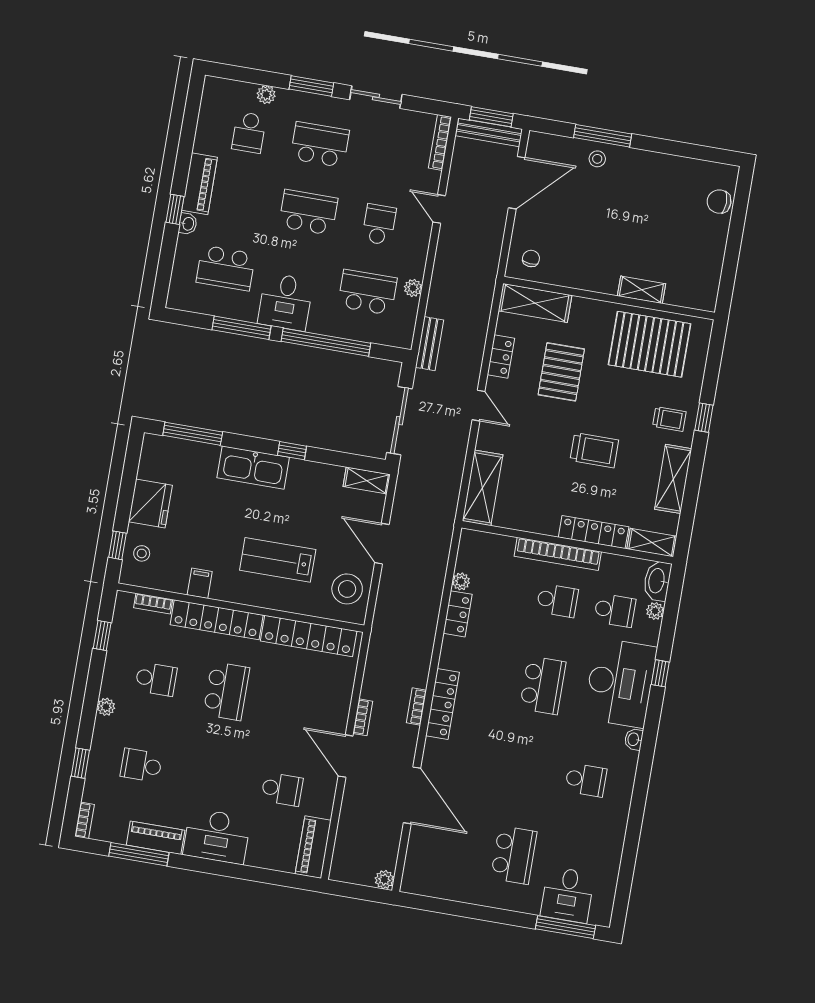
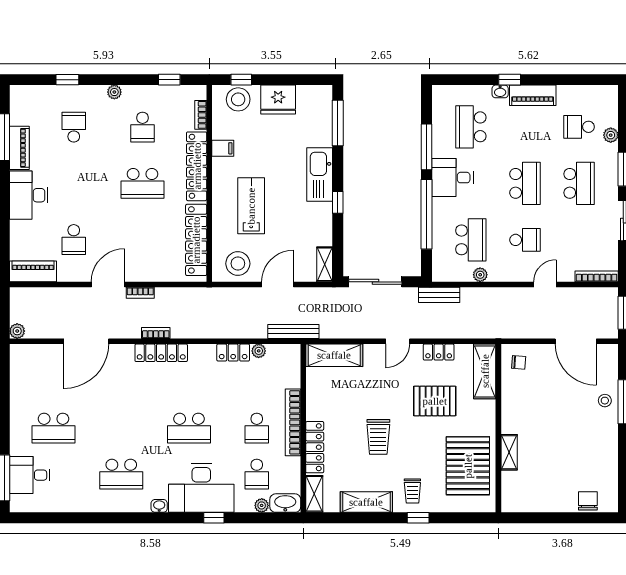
bench: (489, 132) -> (293, 331), moved, turned 90
stool: (142, 553) -> (238, 99), width x1.89, depth x1.89
school desk: (586, 780) -> (121, 474), width x1.85
bookcase: (85, 820) -> (23, 90), removed

